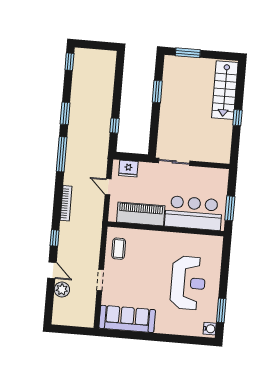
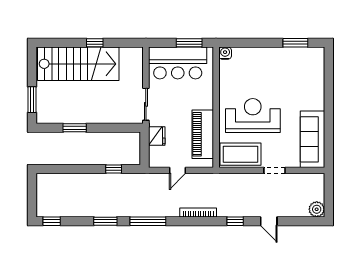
stairs: (225, 90) -> (78, 64), width x1.36, depth x1.51
fridge: (128, 169) -> (157, 136), moved
bar counter: (193, 213) -> (178, 63), moved, turned -90
coffee table: (119, 249) -> (240, 154), width x1.86, depth x1.72
door: (52, 270) -> (269, 221), swing flipped
reception desk: (188, 283) -> (253, 116), moved
plant: (62, 290) -> (317, 209), moved
water cooler: (210, 329) -> (225, 53), moved

